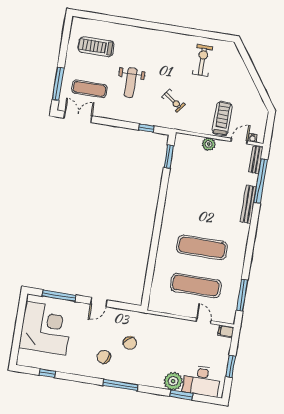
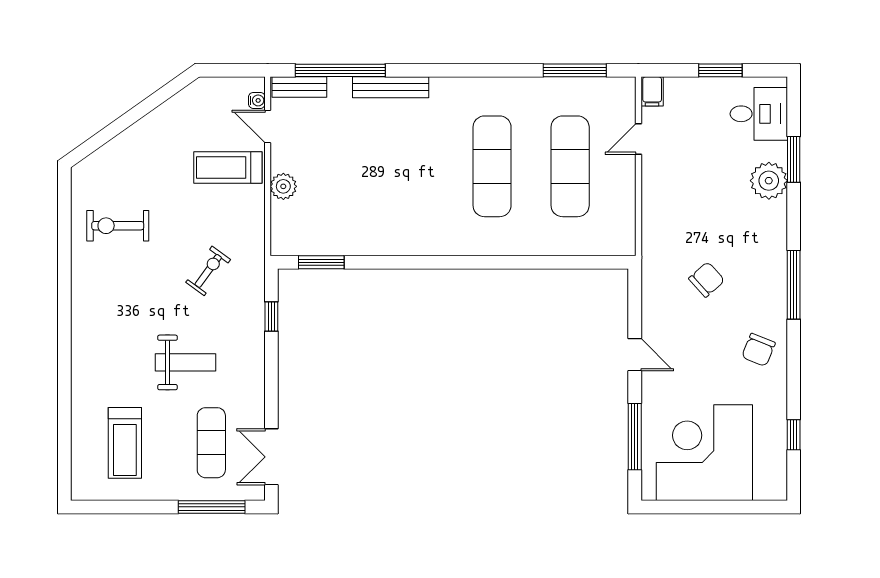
chair: (104, 357) -> (758, 350), moved
desk: (202, 381) -> (759, 114), width x0.73

